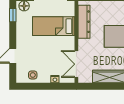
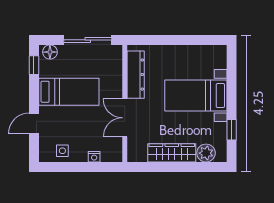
bed: (54, 26) -> (69, 92), moved, turned 180
double door: (76, 64) -> (125, 118), moved

